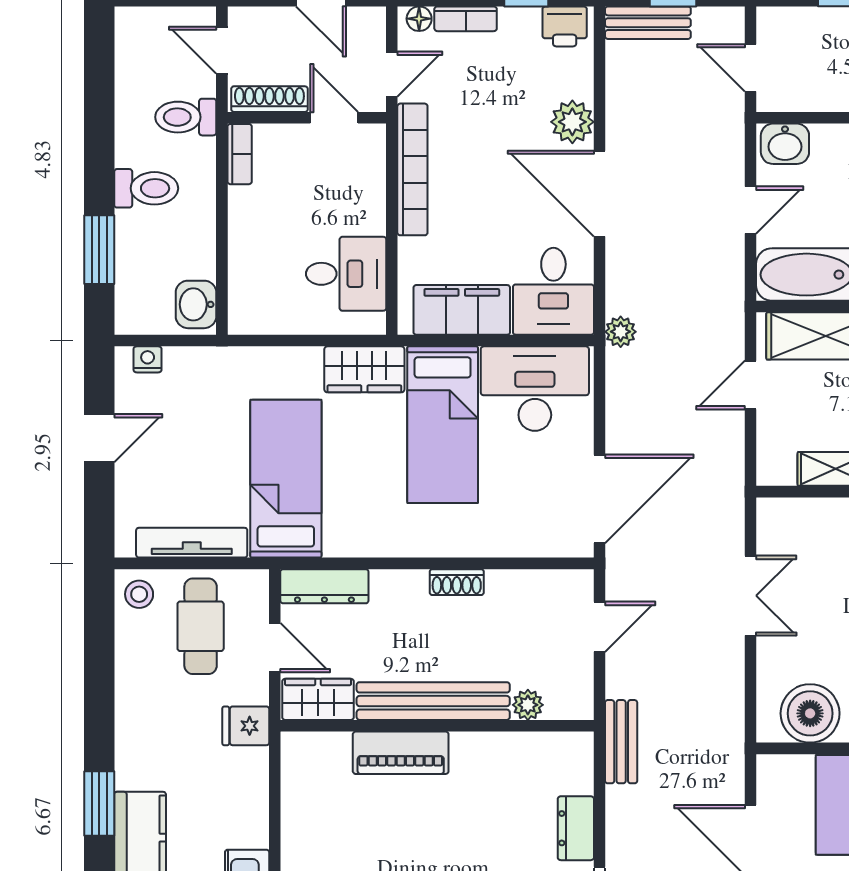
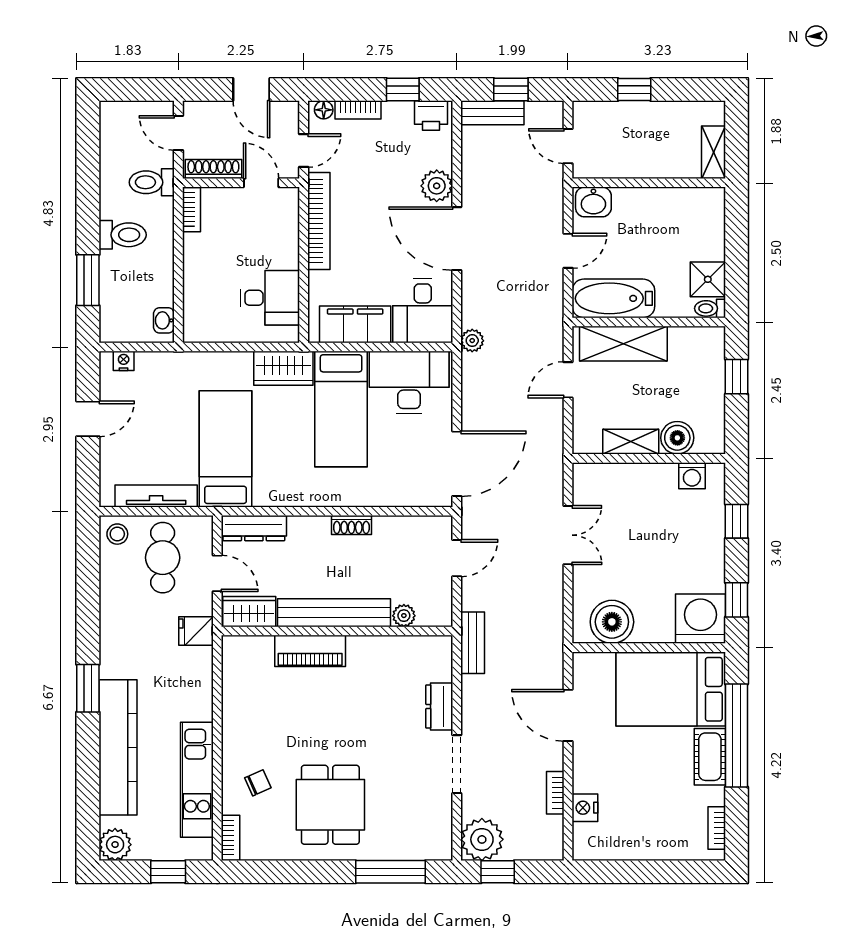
washbasin: (196, 304) -> (164, 320), width x0.72, depth x0.69

